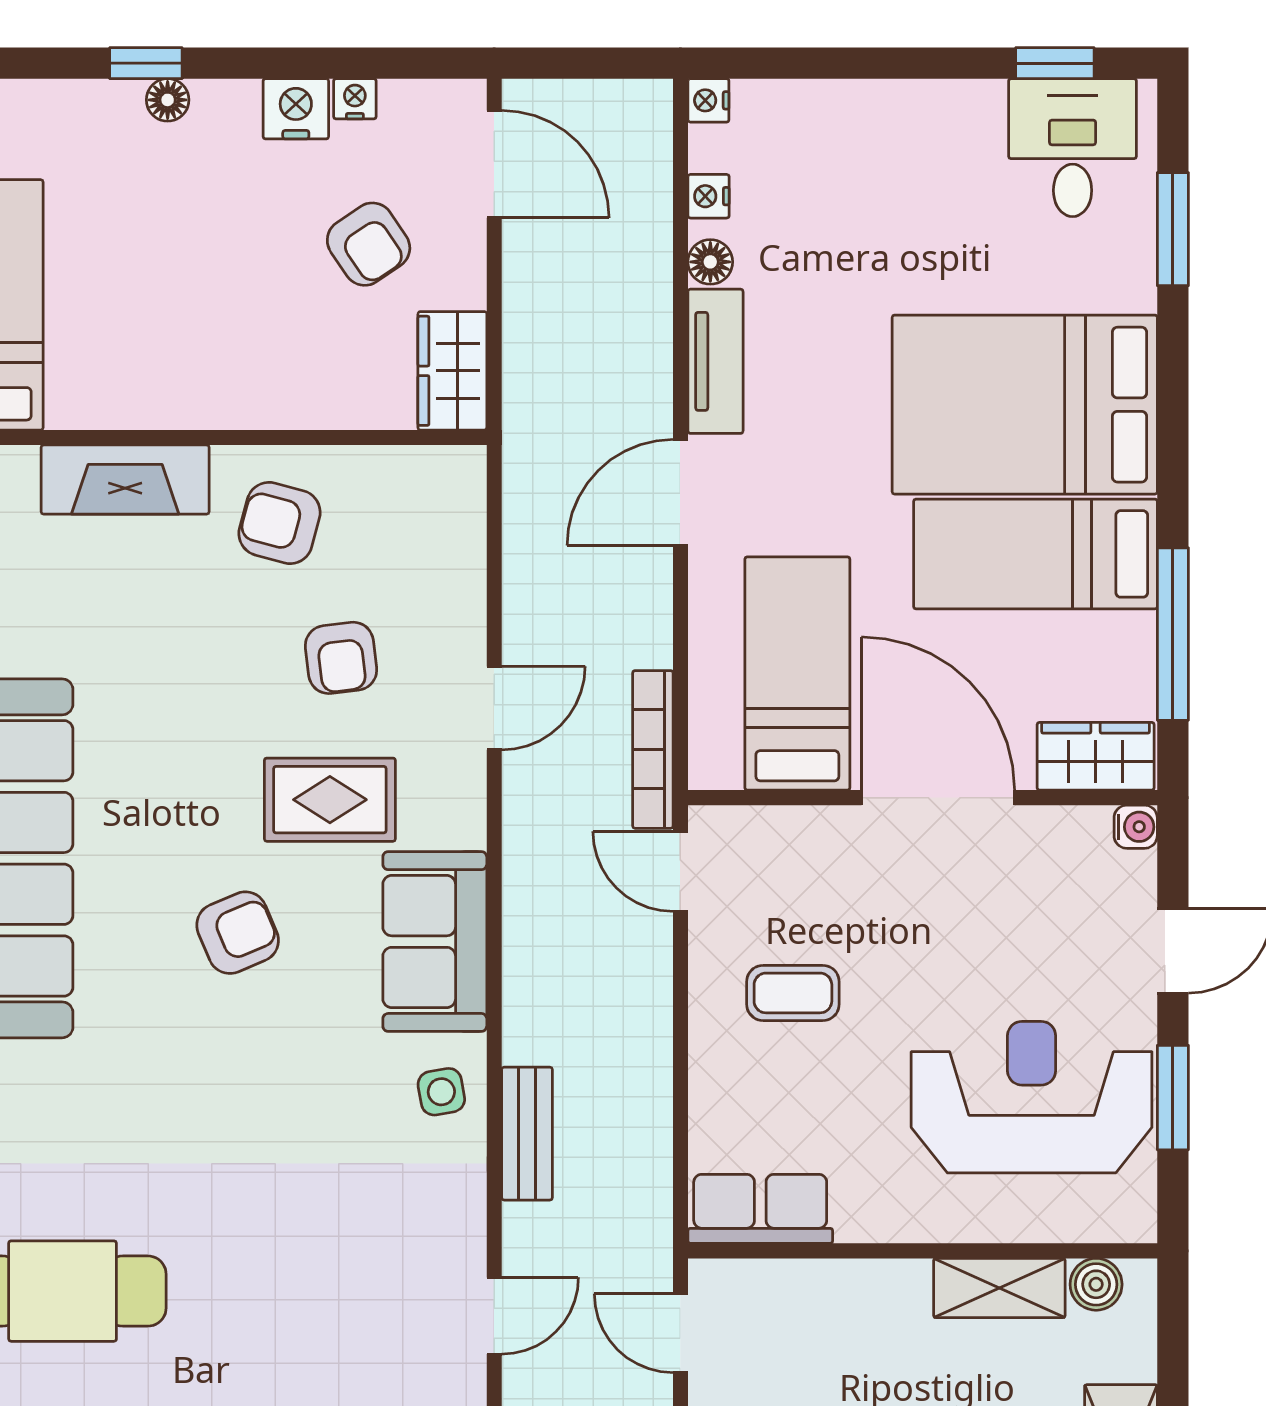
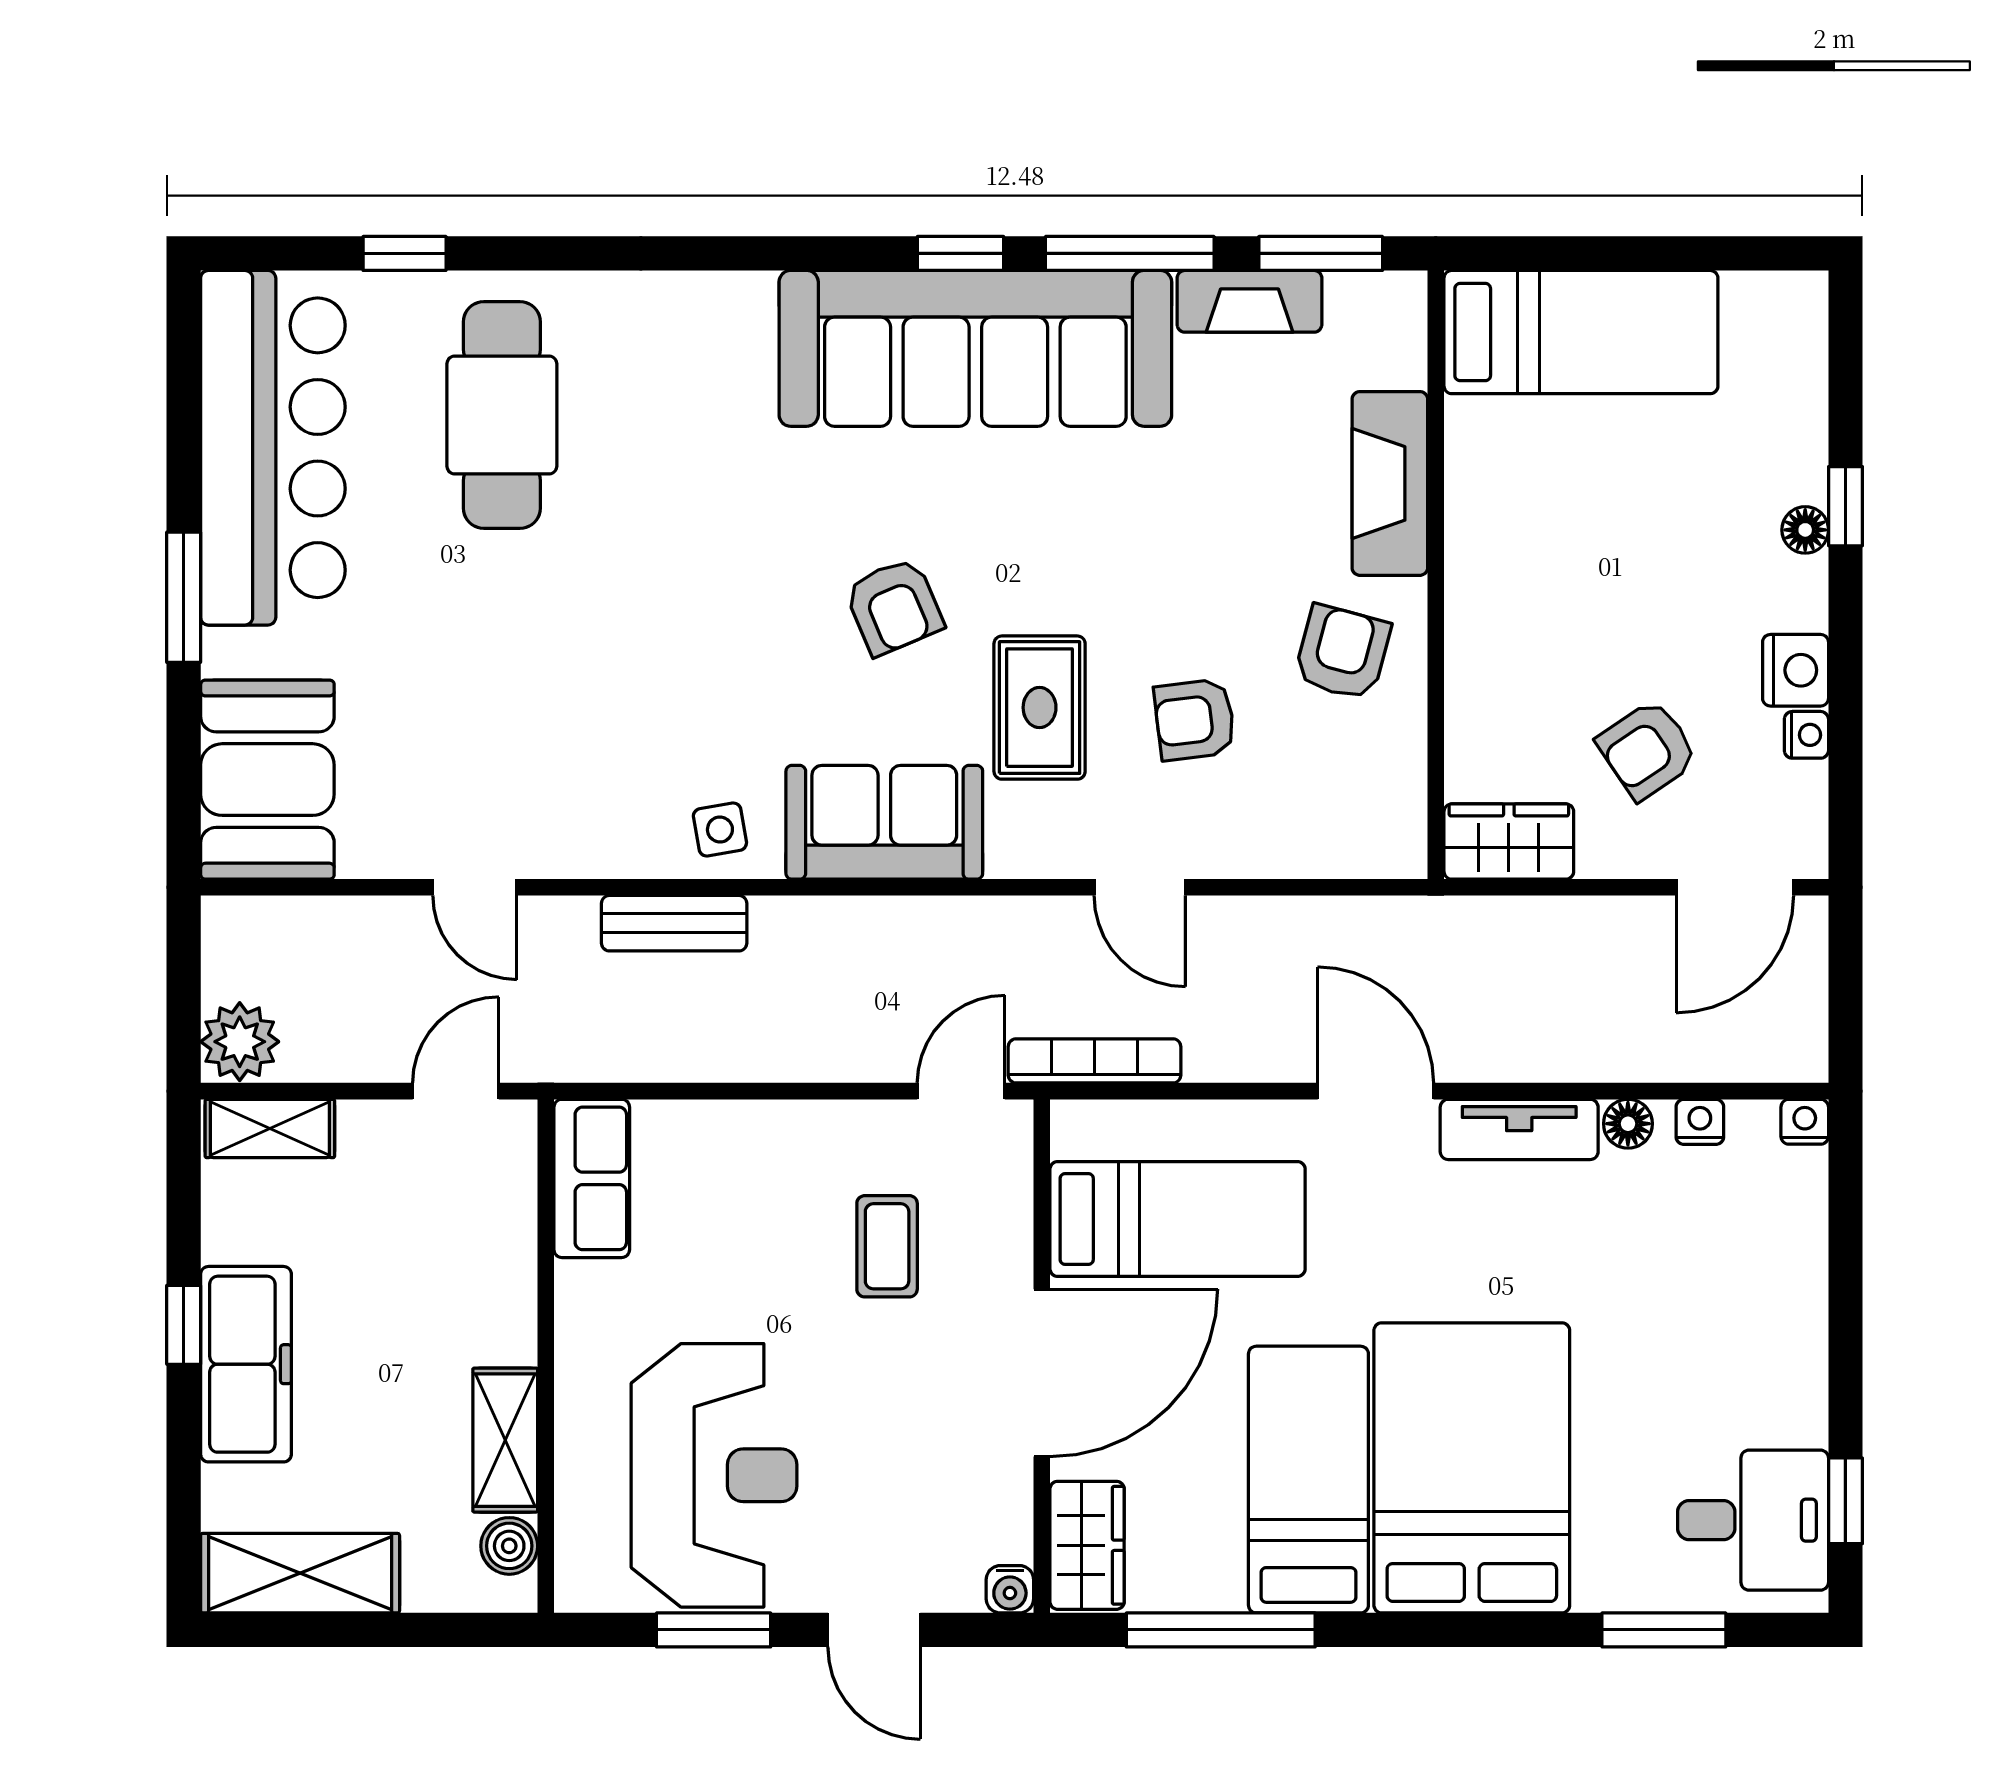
coffee table: (793, 993) -> (887, 1246), moved

